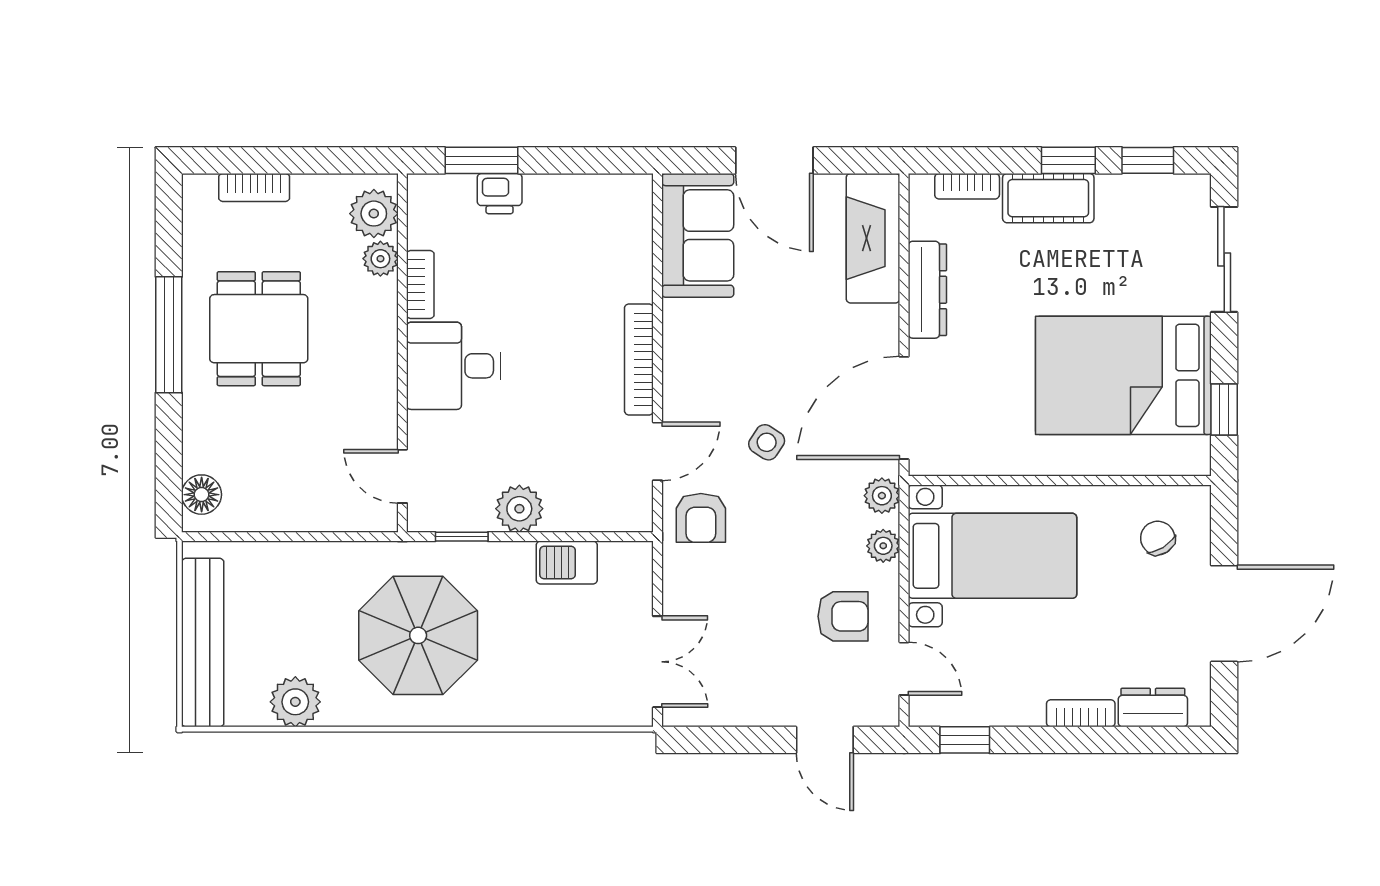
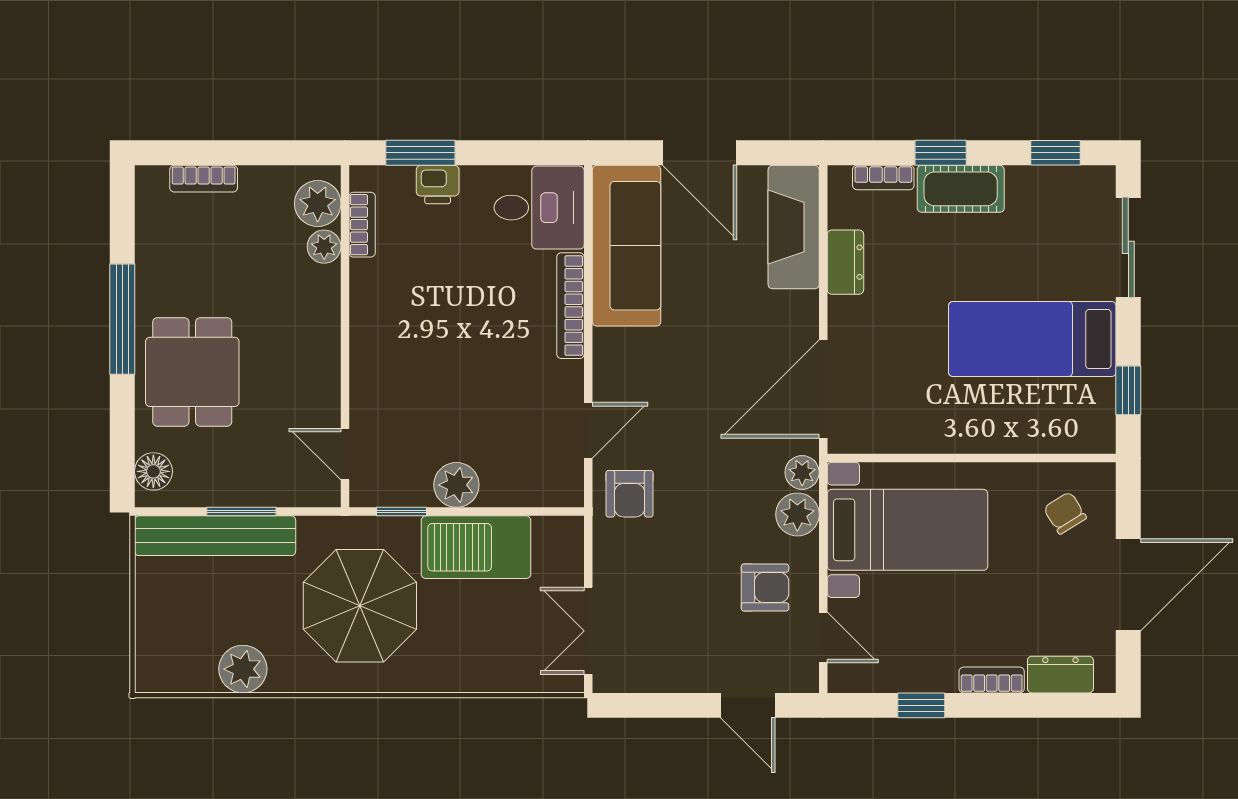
window: (1068, 160) -> (941, 153), moved
sofa: (698, 235) -> (626, 246), width x1.36
bookcase: (420, 285) -> (362, 225), moved
dresser: (927, 290) -> (845, 262), width x0.70
dining table: (259, 329) -> (192, 372), moved
bookcase: (639, 359) -> (570, 306), moved
desk: (454, 366) -> (539, 208), moved, turned 180
bed: (1123, 375) -> (1032, 339), width x0.67
side table: (767, 442) -> (692, 422), removed
window: (294, 537) -> (241, 512), added
plant: (883, 546) -> (797, 514), width x1.38, depth x1.38
barbecue: (567, 563) -> (476, 547), width x1.88, depth x1.53
bench: (203, 643) -> (215, 536), moved, turned 90
double door: (658, 662) -> (588, 631), swing flipped
window: (965, 740) -> (921, 705), moved

